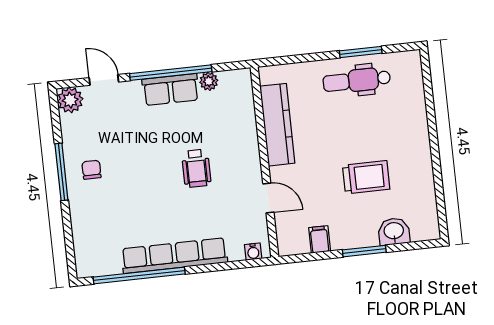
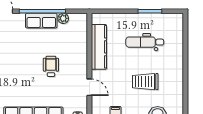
dental chair: (357, 80) -> (145, 42), moved
wheelchair: (196, 168) -> (51, 66), turned 180
trolley: (366, 177) -> (145, 82), turned 180

